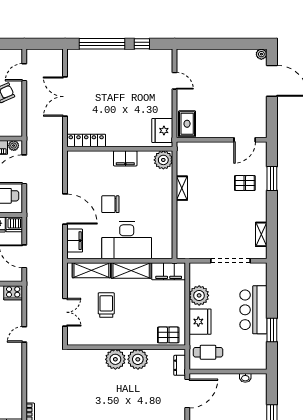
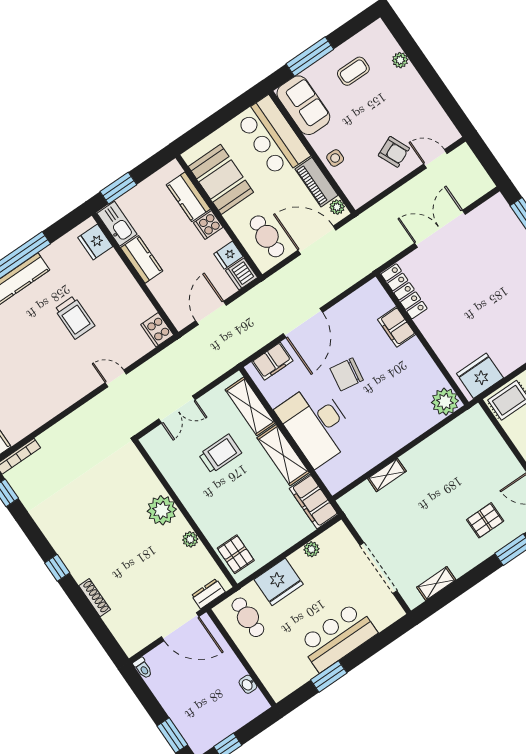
filing cabinet: (125, 158) -> (396, 327), moved
pallet: (245, 183) -> (485, 520), turned 90
shelving: (182, 188) -> (387, 475), moved
chair: (110, 204) -> (347, 374), turned -81
plant: (199, 295) -> (311, 549), width x0.53, depth x0.53
plant: (138, 359) -> (190, 539), width x0.53, depth x0.53

